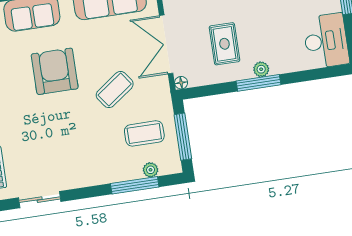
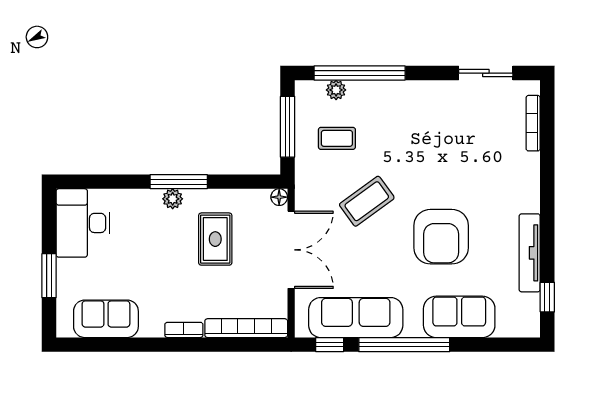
coffee table: (144, 133) -> (337, 138), width x0.73, depth x0.77
window: (135, 185) -> (360, 73), width x1.46

